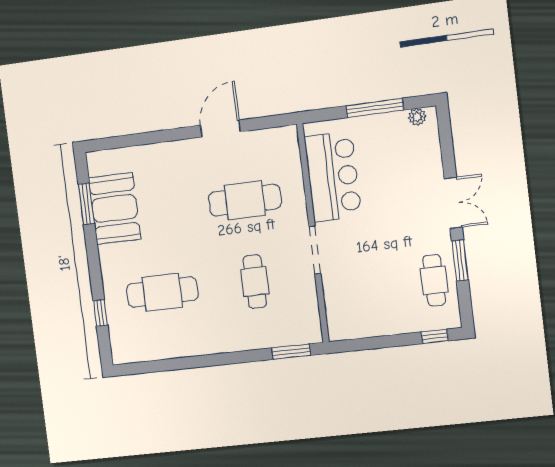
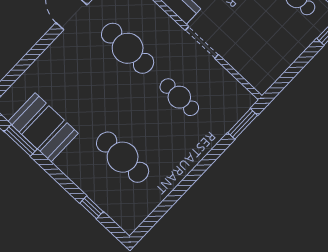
cafe table: (245, 200) -> (128, 48), turned 90
cafe table: (162, 292) -> (123, 157), turned 90

